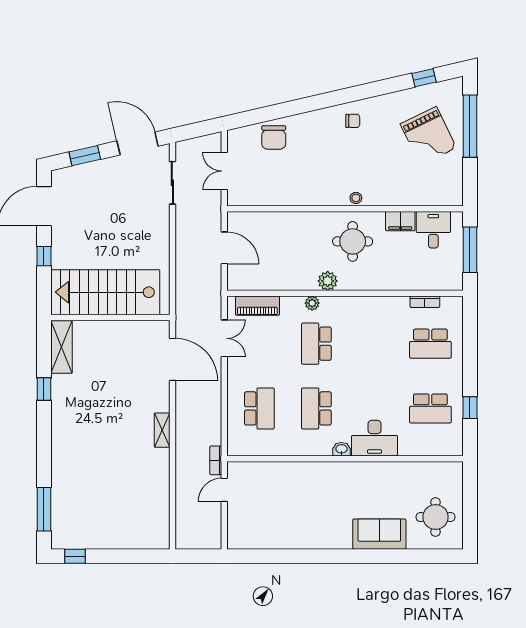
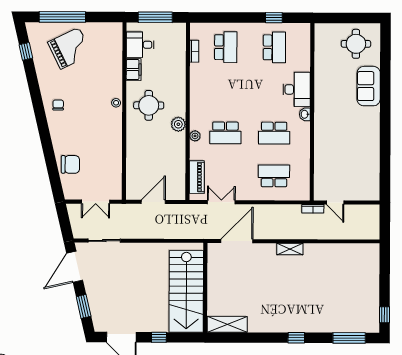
window: (44, 389) -> (296, 338), moved

